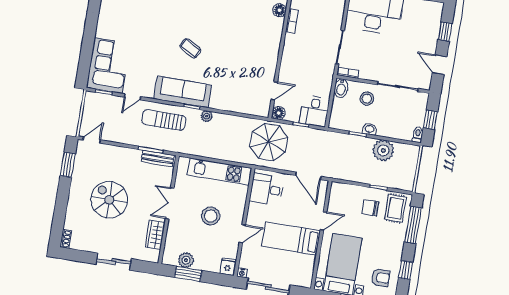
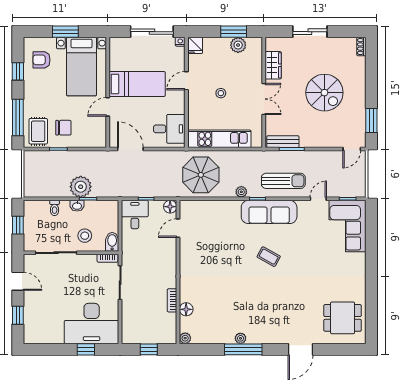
toilet: (418, 135) -> (55, 208), moved
parasol: (269, 142) -> (201, 175), moved
plant: (383, 151) -> (81, 187), moved
stool: (211, 216) -> (221, 93), width x0.53, depth x0.53

